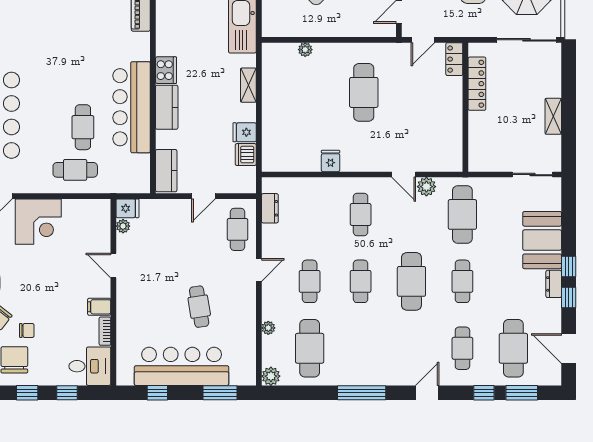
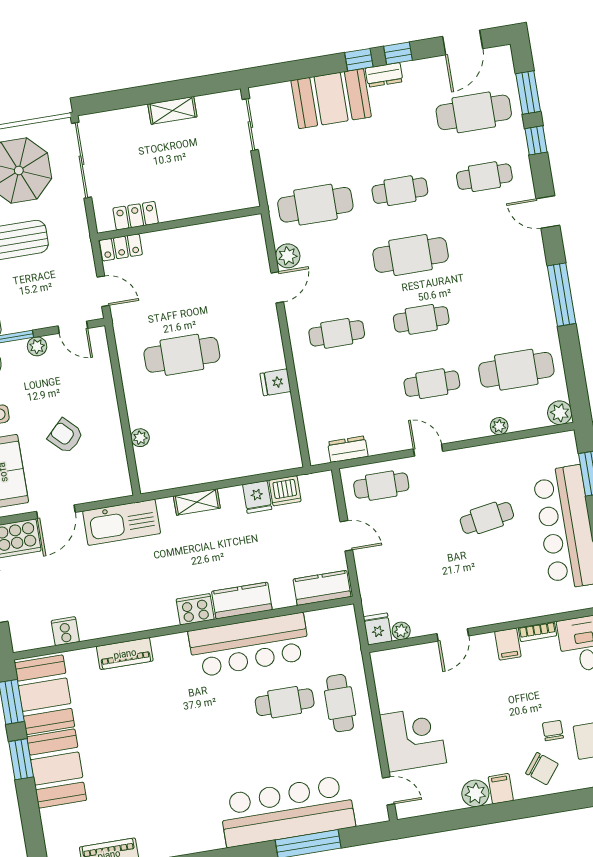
locker: (477, 84) -> (136, 216), width x0.66

